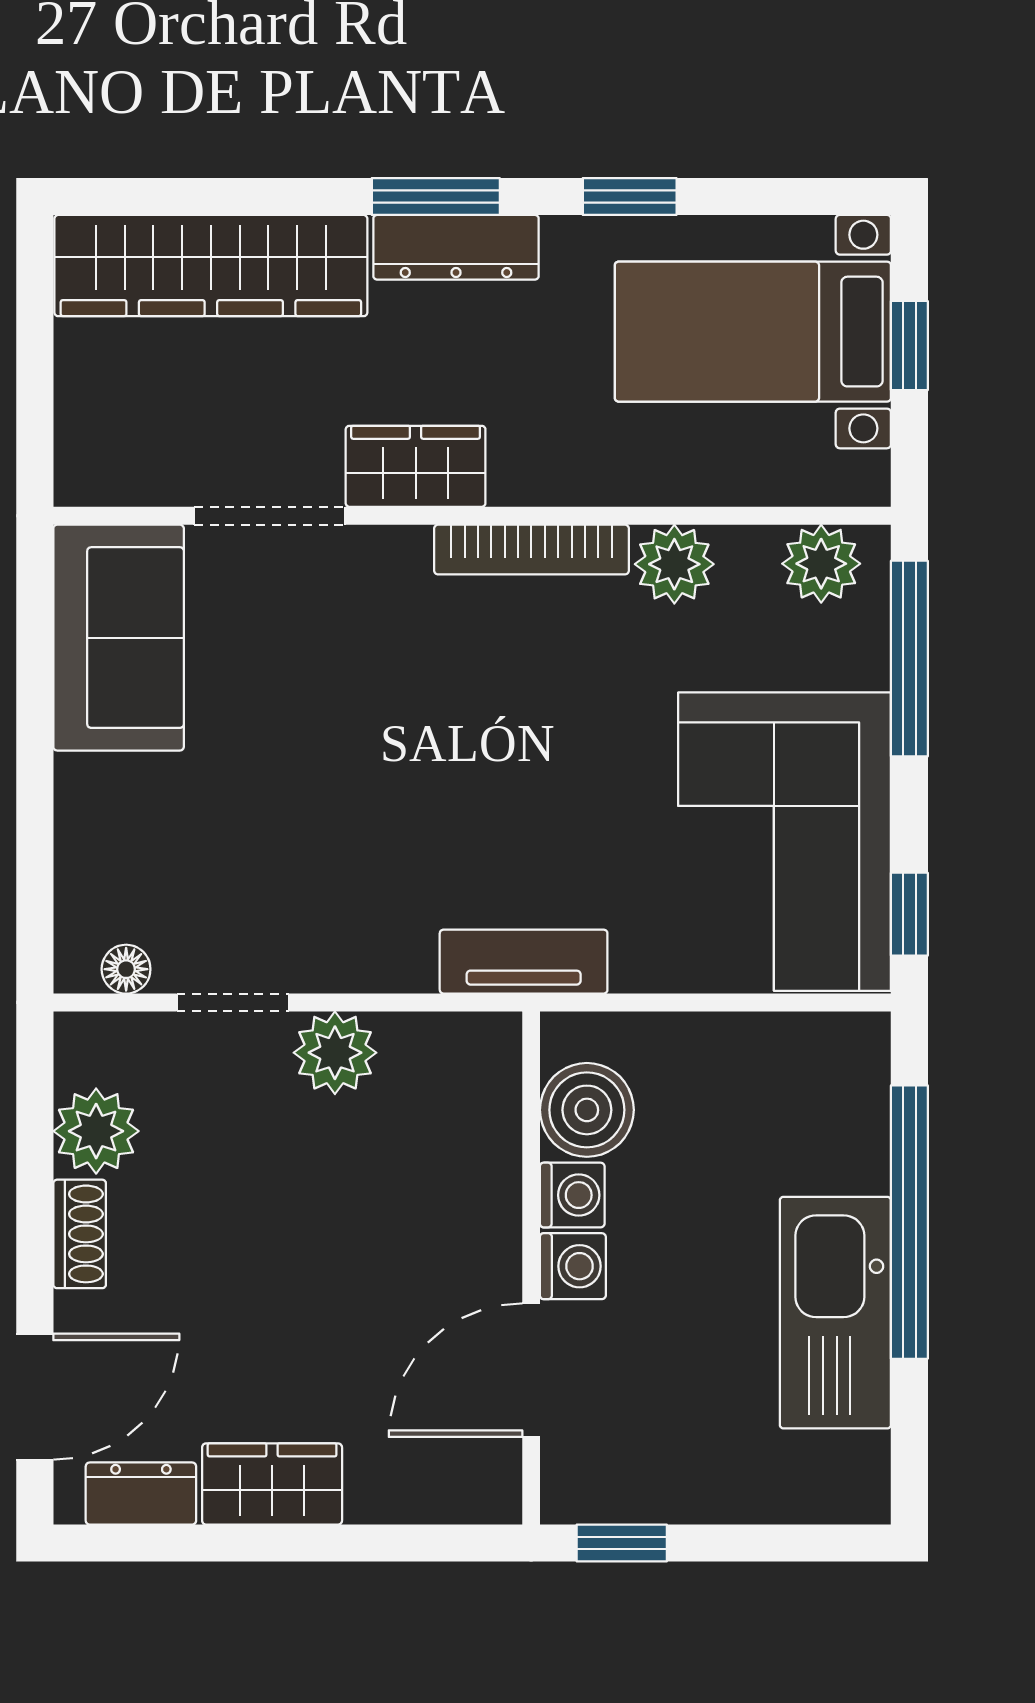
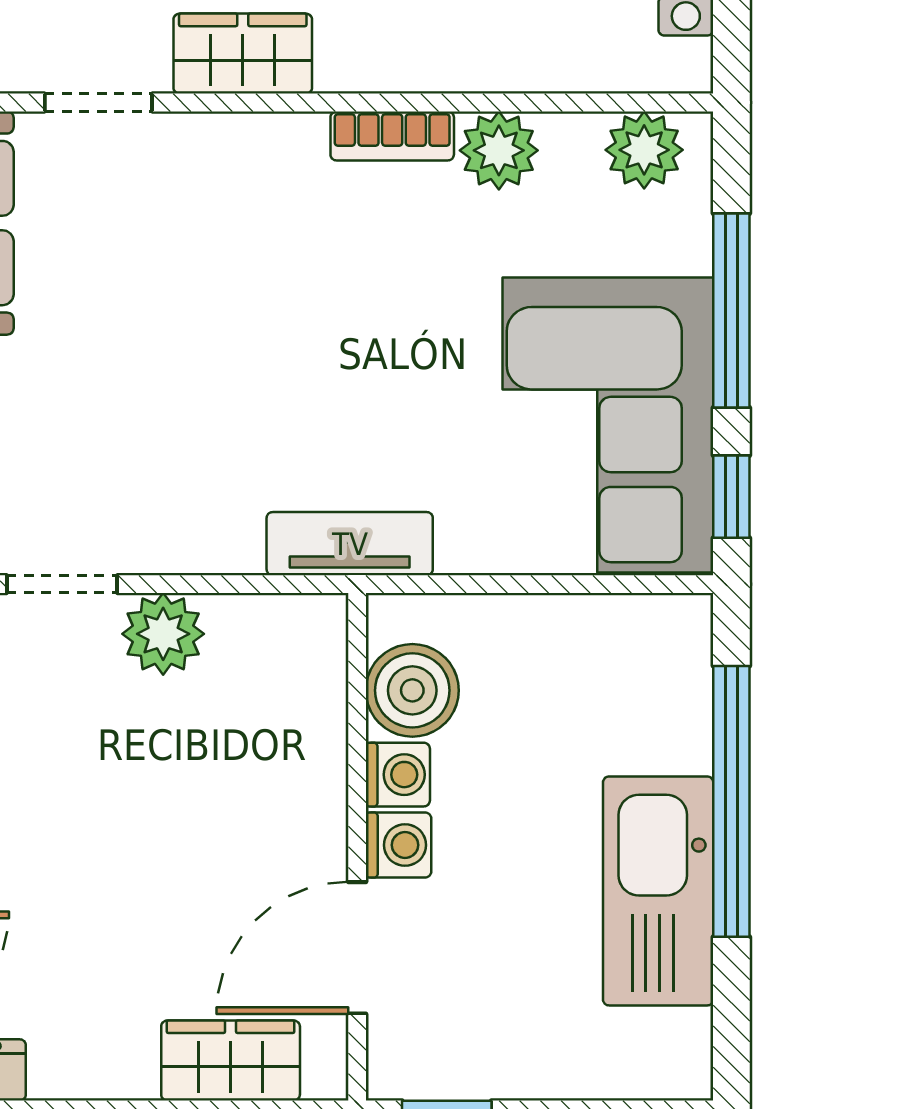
doorway: (270, 516) -> (98, 103), width x0.73
bookcase: (531, 550) -> (392, 136), width x0.64
window: (909, 659) -> (731, 311), moved
wardrobe: (272, 1484) -> (231, 1060), moved

